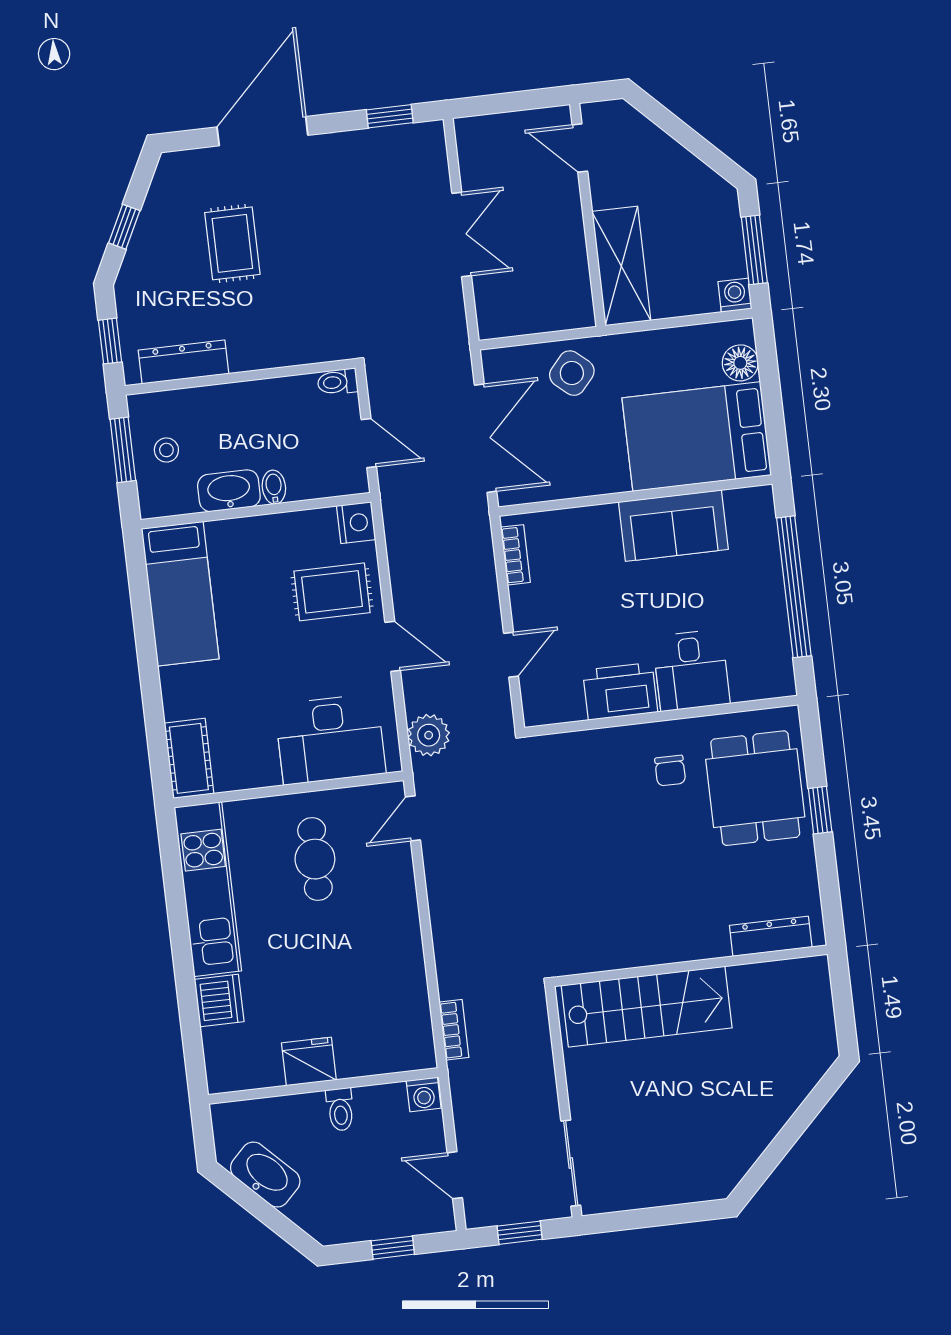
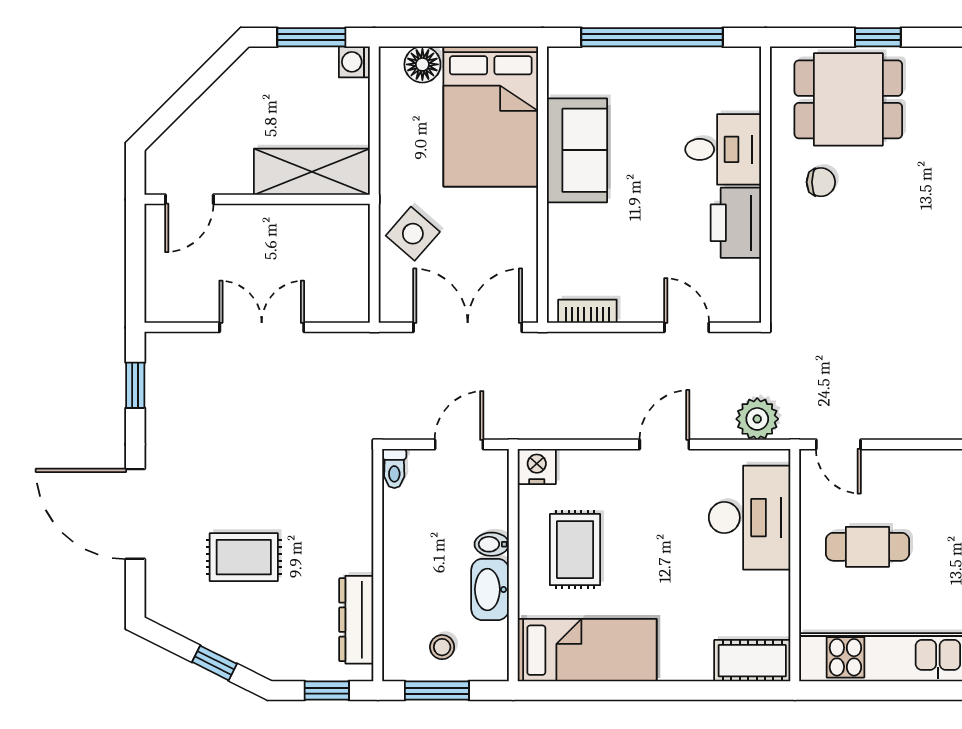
rug: (332, 592) -> (575, 550), moved

